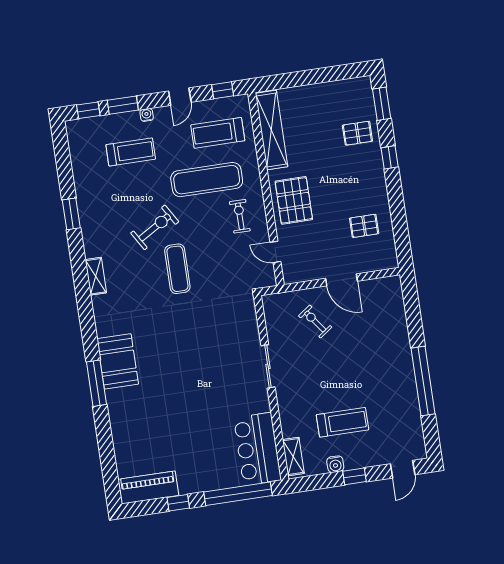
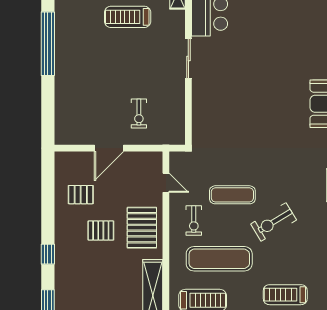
pallet: (357, 133) -> (101, 231), moved
exercise mat: (177, 269) -> (232, 195), moved, turned 90
door: (342, 280) -> (109, 148), swing flipped
exercise bike: (315, 321) -> (139, 113), turned 36
sliding door: (268, 366) -> (188, 59), moved

